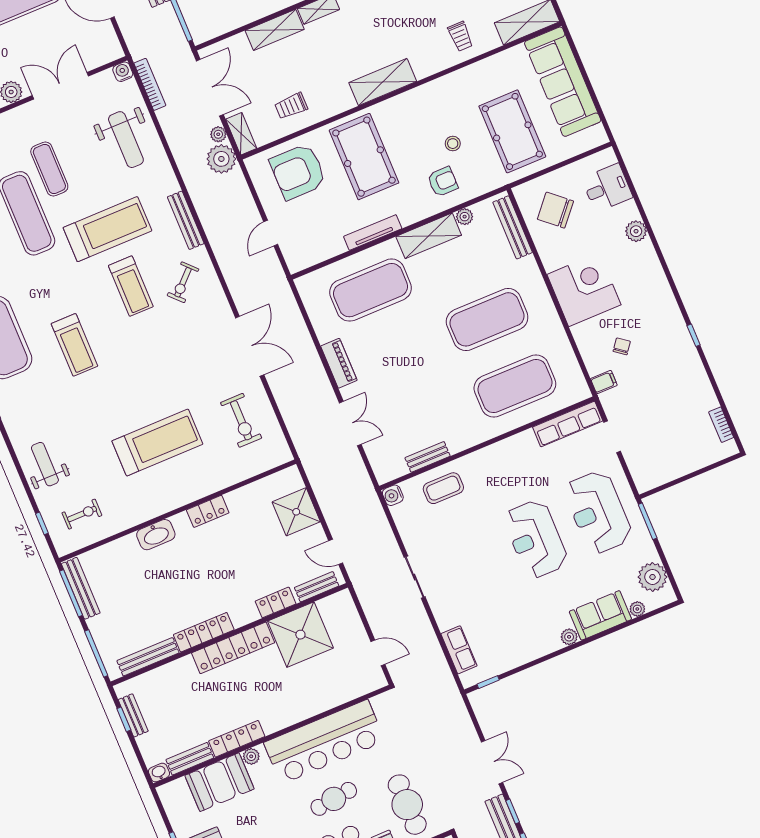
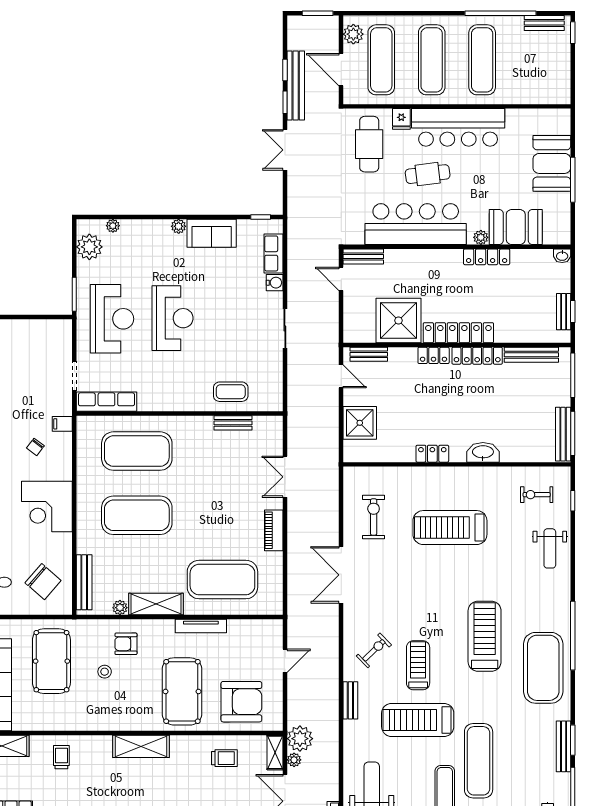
bench: (186, 220) -> (350, 700), width x0.73
treadmill: (74, 345) -> (485, 636), width x1.37, depth x1.38
water cooler: (393, 495) -> (275, 283), moved
locker: (276, 602) -> (434, 355), moved
sofa: (600, 615) -> (212, 233), moved
bench: (190, 759) -> (363, 257), moved

